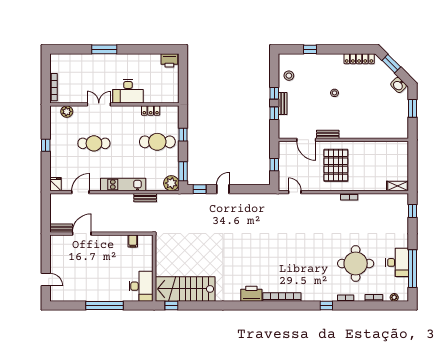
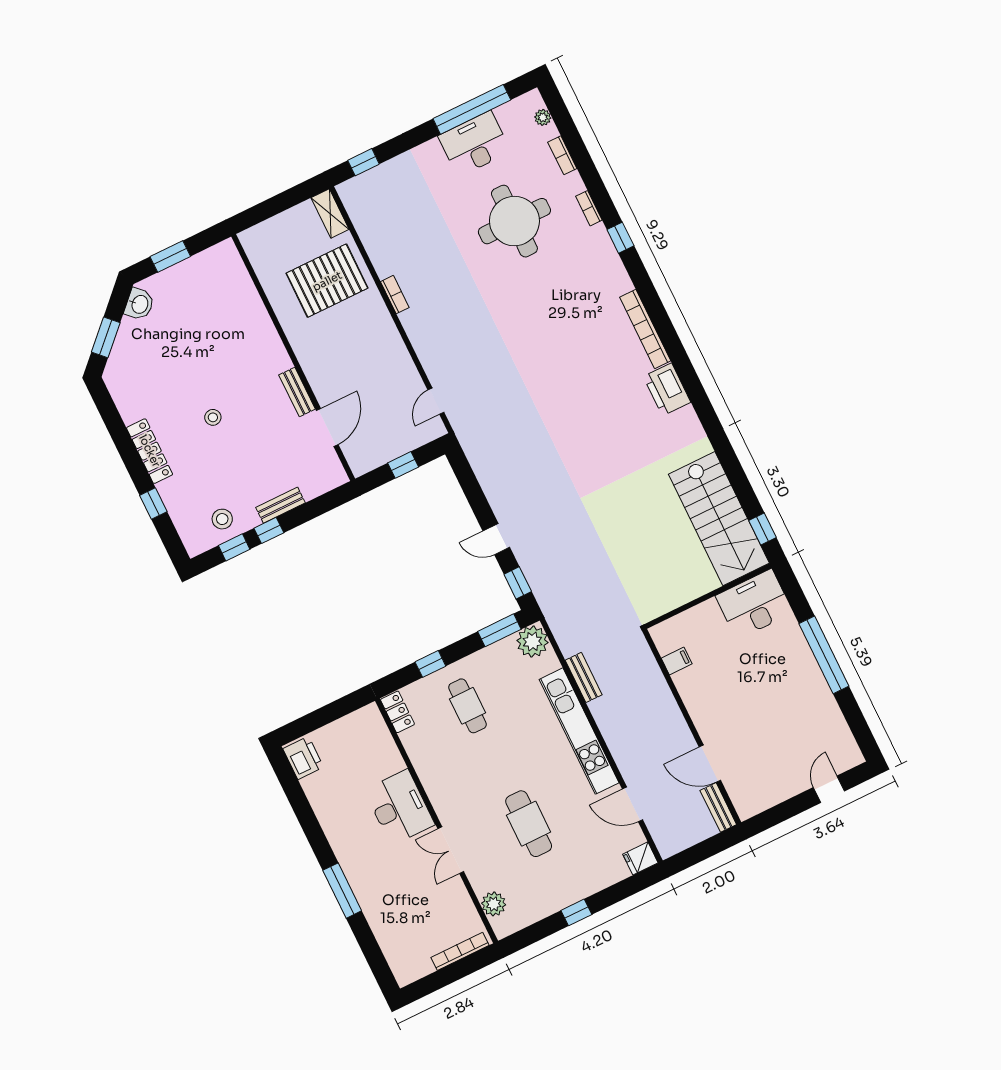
locker: (359, 59) -> (150, 451), moved
locker: (151, 110) -> (397, 712), moved
window: (274, 113) -> (234, 547), moved
cafe table: (157, 142) -> (467, 706), width x0.73, depth x0.74
pallet: (336, 165) -> (327, 281), moved
kitchen unit: (123, 184) -> (579, 731), width x1.36

